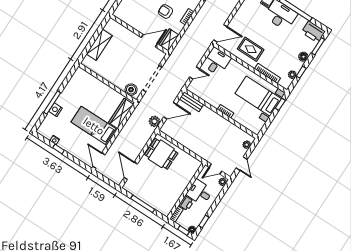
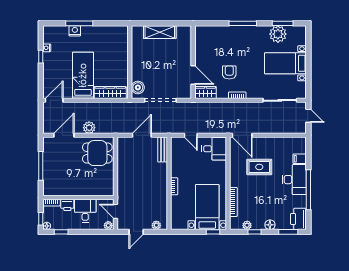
rug: (251, 49) -> (259, 167), moved, turned 90
door: (170, 111) -> (142, 135), swing flipped
plant: (154, 121) -> (89, 128), moved
dining table: (161, 154) -> (97, 153), turned 90

